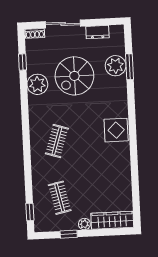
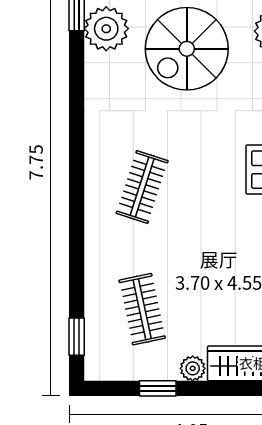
plant: (37, 84) -> (106, 29), moved

